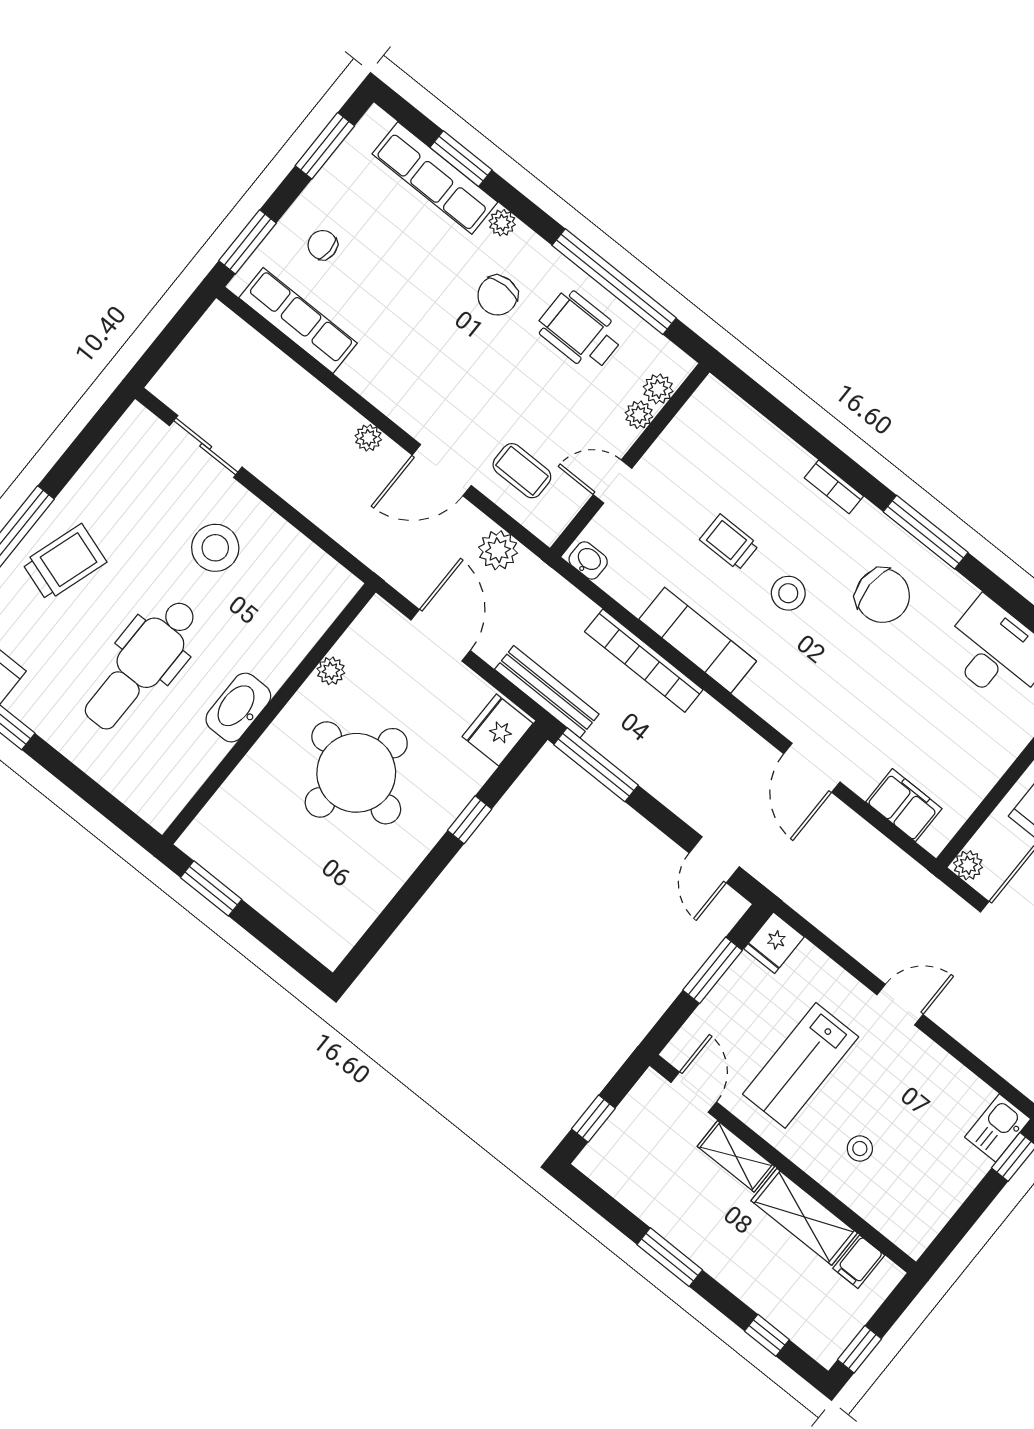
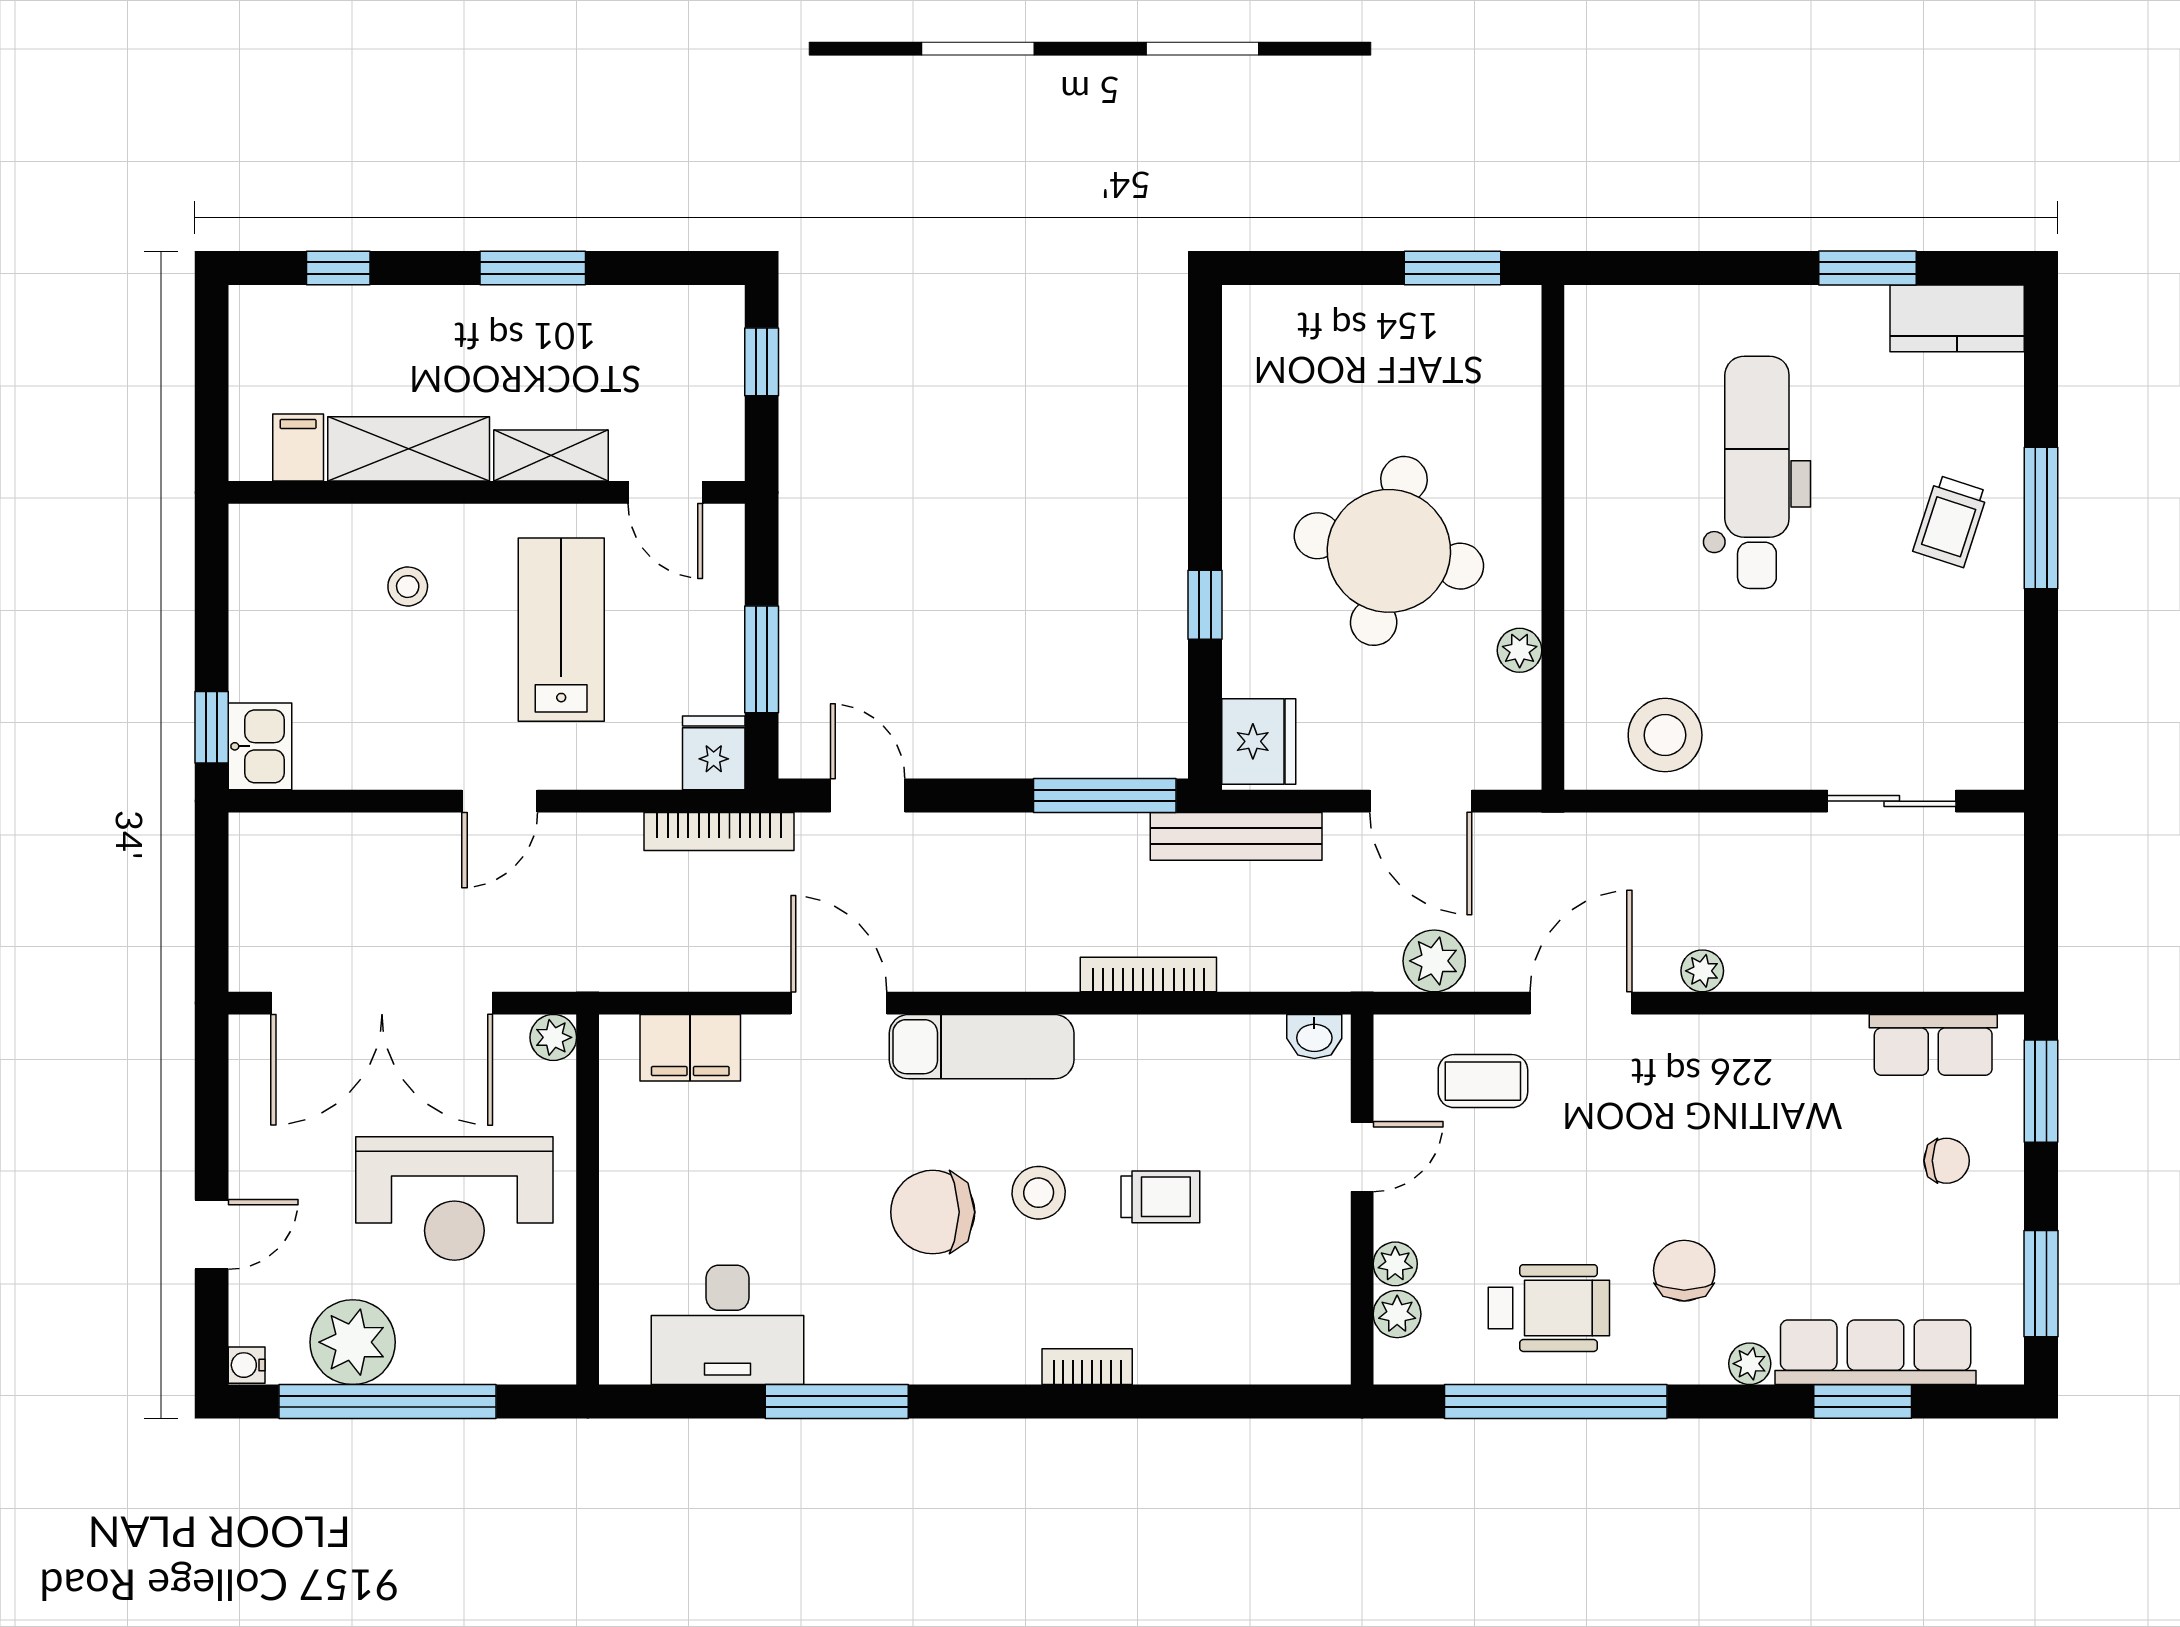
row of seats: (298, 320) -> (1933, 1045), width x0.68
window: (926, 532) -> (837, 1402), moved
stool: (215, 548) -> (1665, 735), moved
trolley: (64, 562) -> (1950, 521), width x0.73, depth x0.72
chair: (883, 596) -> (933, 1212), moved
exam couch: (698, 640) -> (982, 1047), moved
bookcase: (644, 661) -> (1148, 974), width x0.68, depth x0.76
washbasin: (238, 708) -> (1596, 515), removed
bookcase: (803, 901) -> (719, 831), added
window: (860, 1349) -> (212, 342), removed

